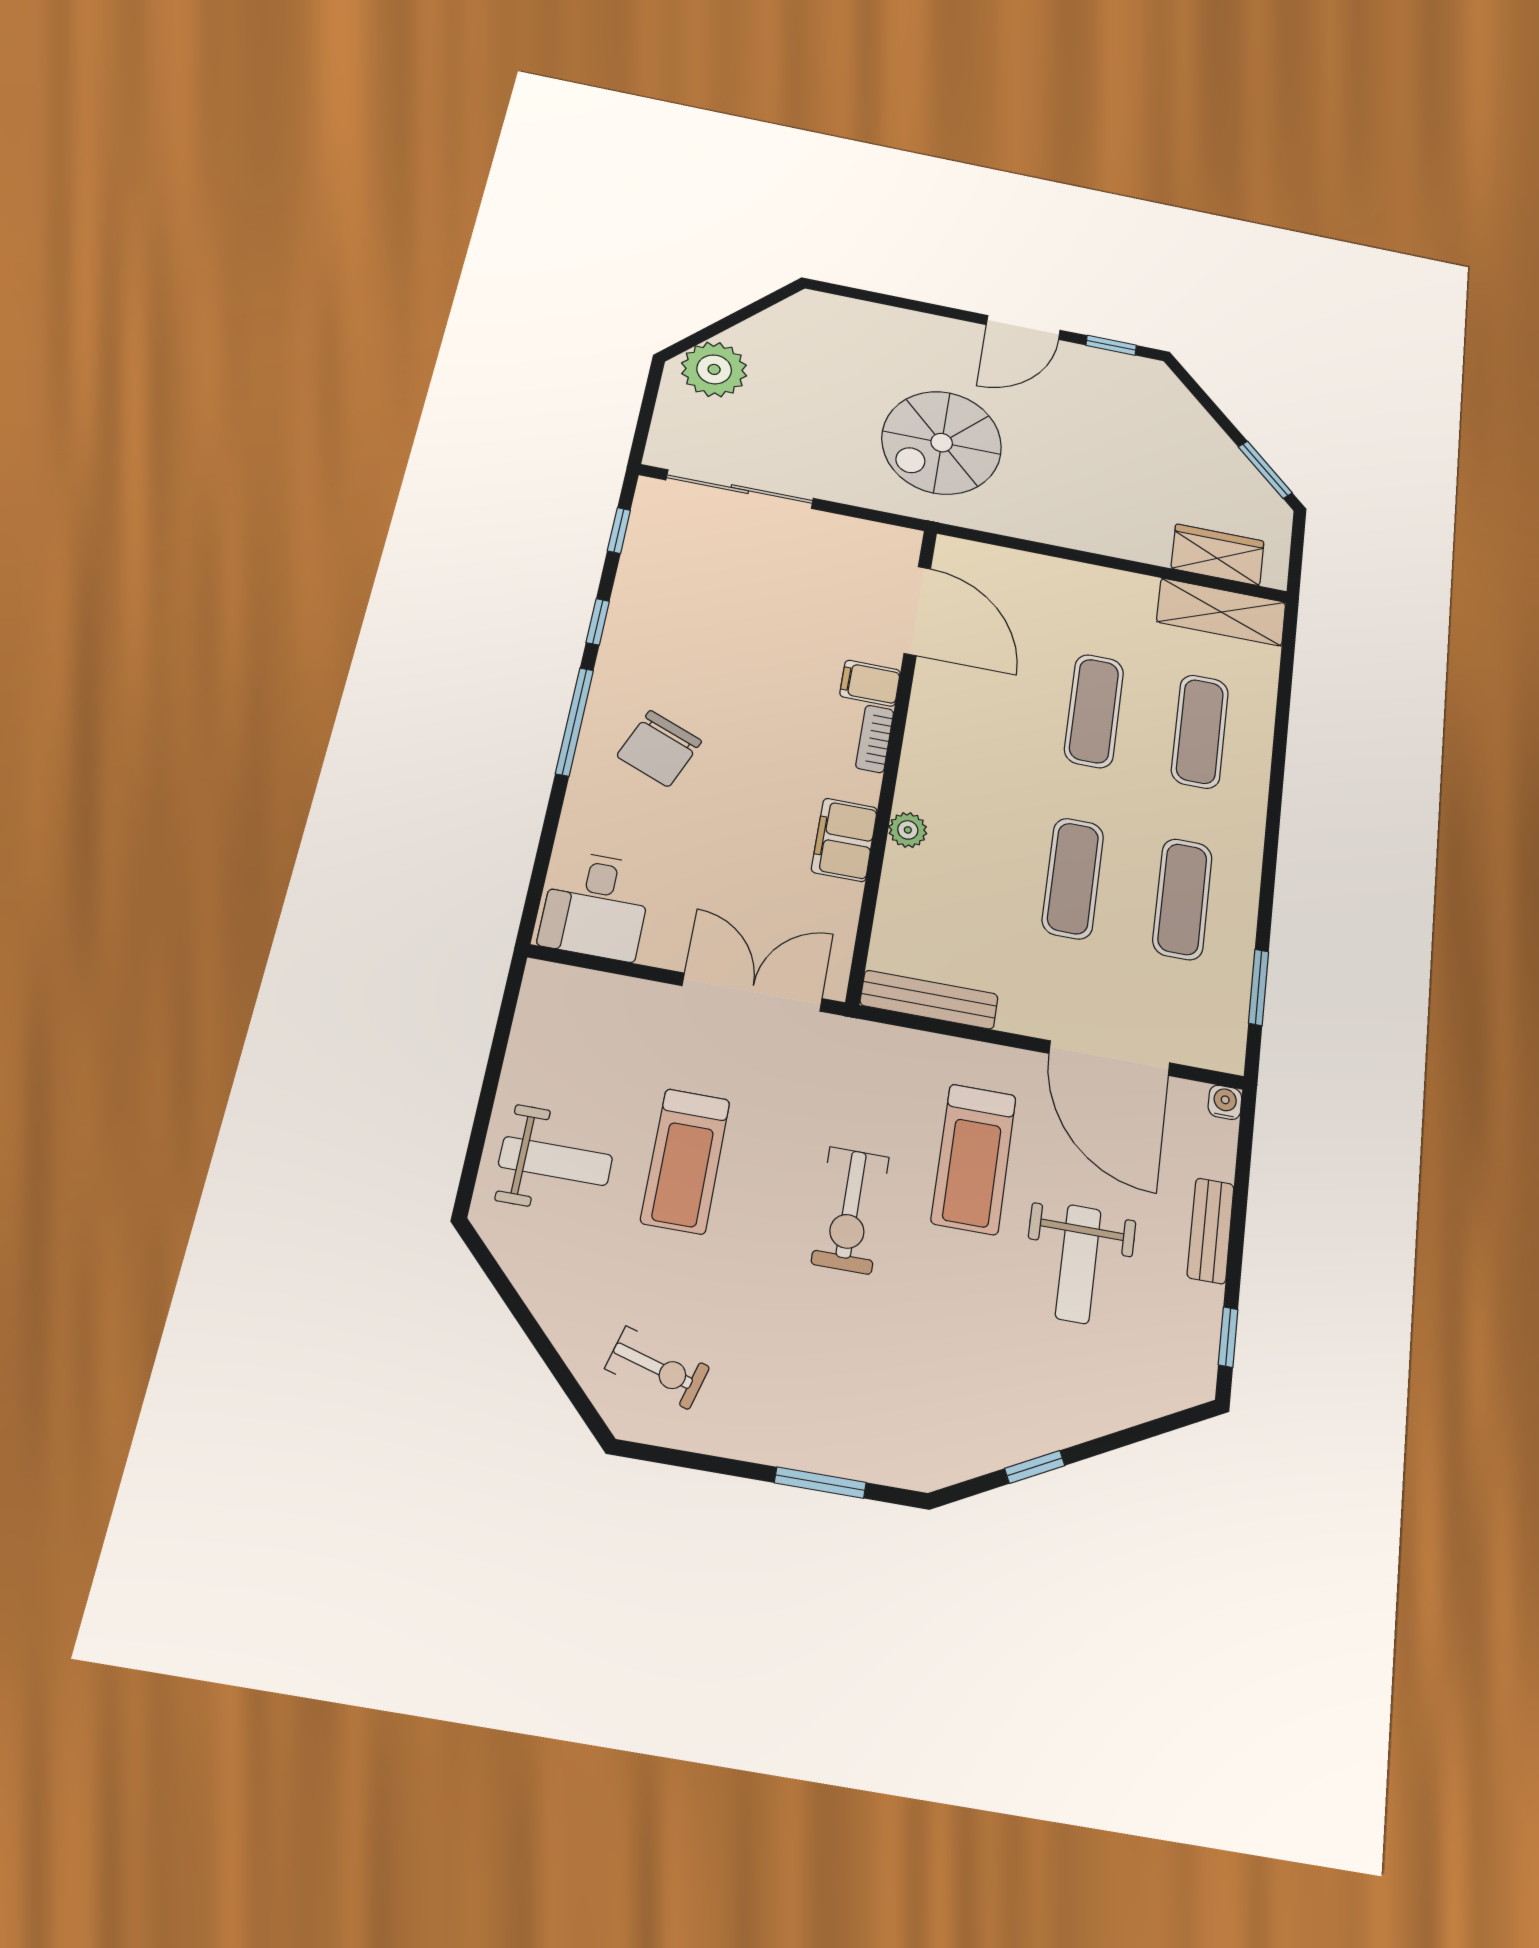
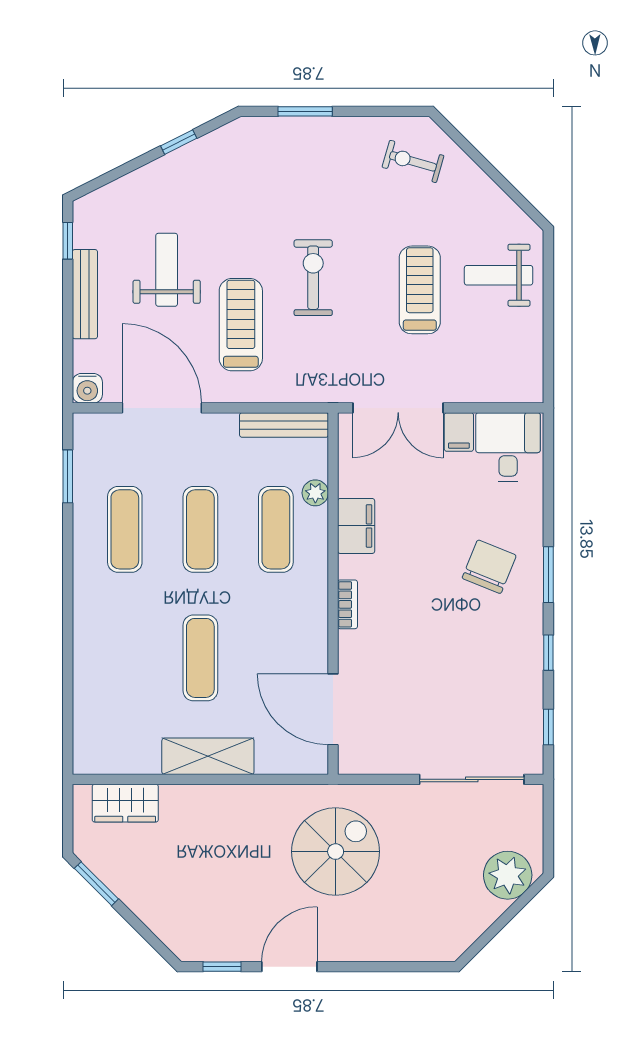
shelving: (1221, 612) -> (208, 756), moved
filing cabinet: (870, 683) -> (459, 432), moved, turned 90
window: (574, 722) -> (548, 575), width x0.69
exercise mat: (1200, 731) -> (276, 529), moved
plant: (908, 830) -> (315, 493), moved
water cooler: (1225, 1102) -> (87, 388), width x1.38, depth x1.38
bench: (1211, 1231) -> (85, 294), width x1.36

